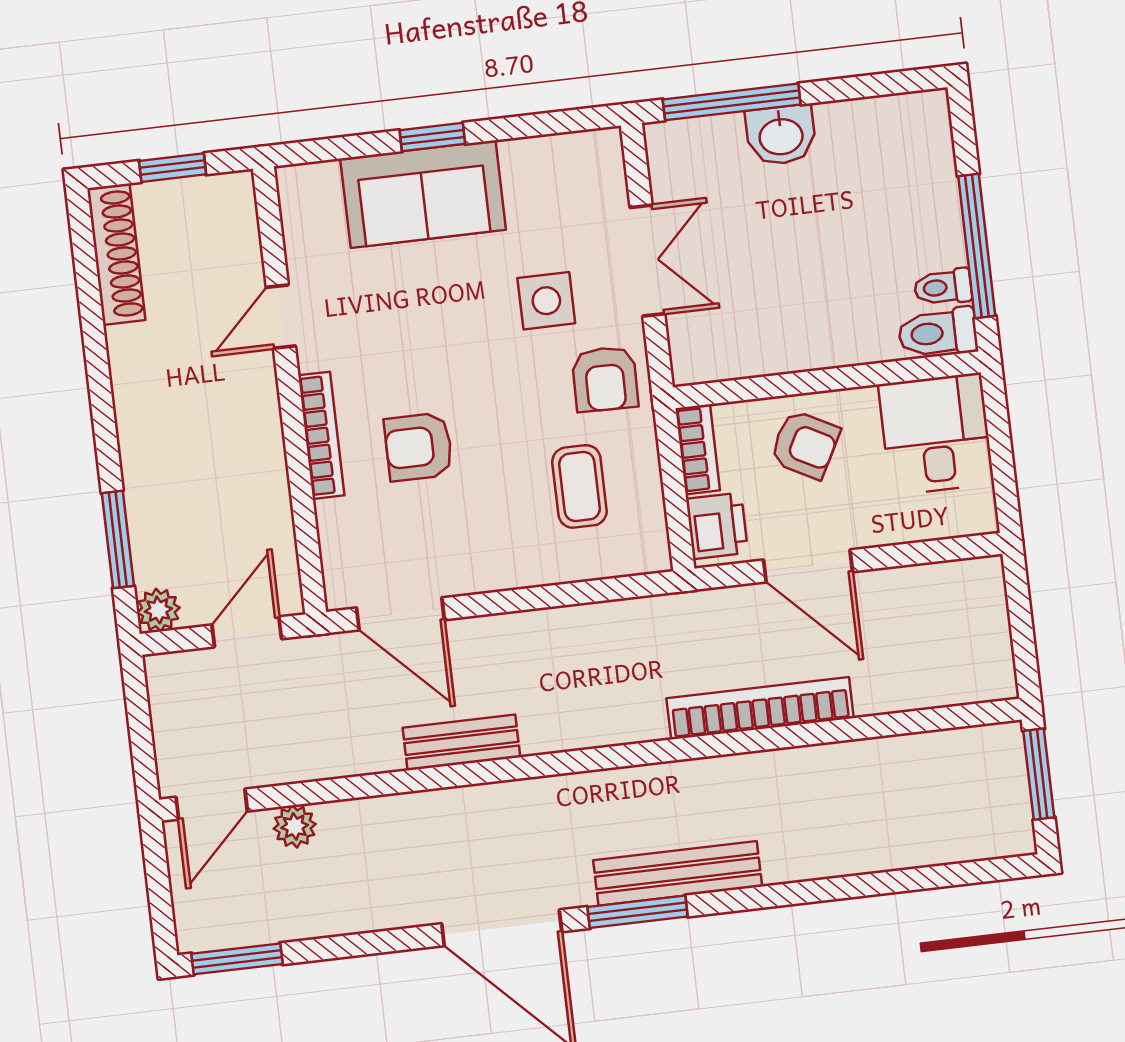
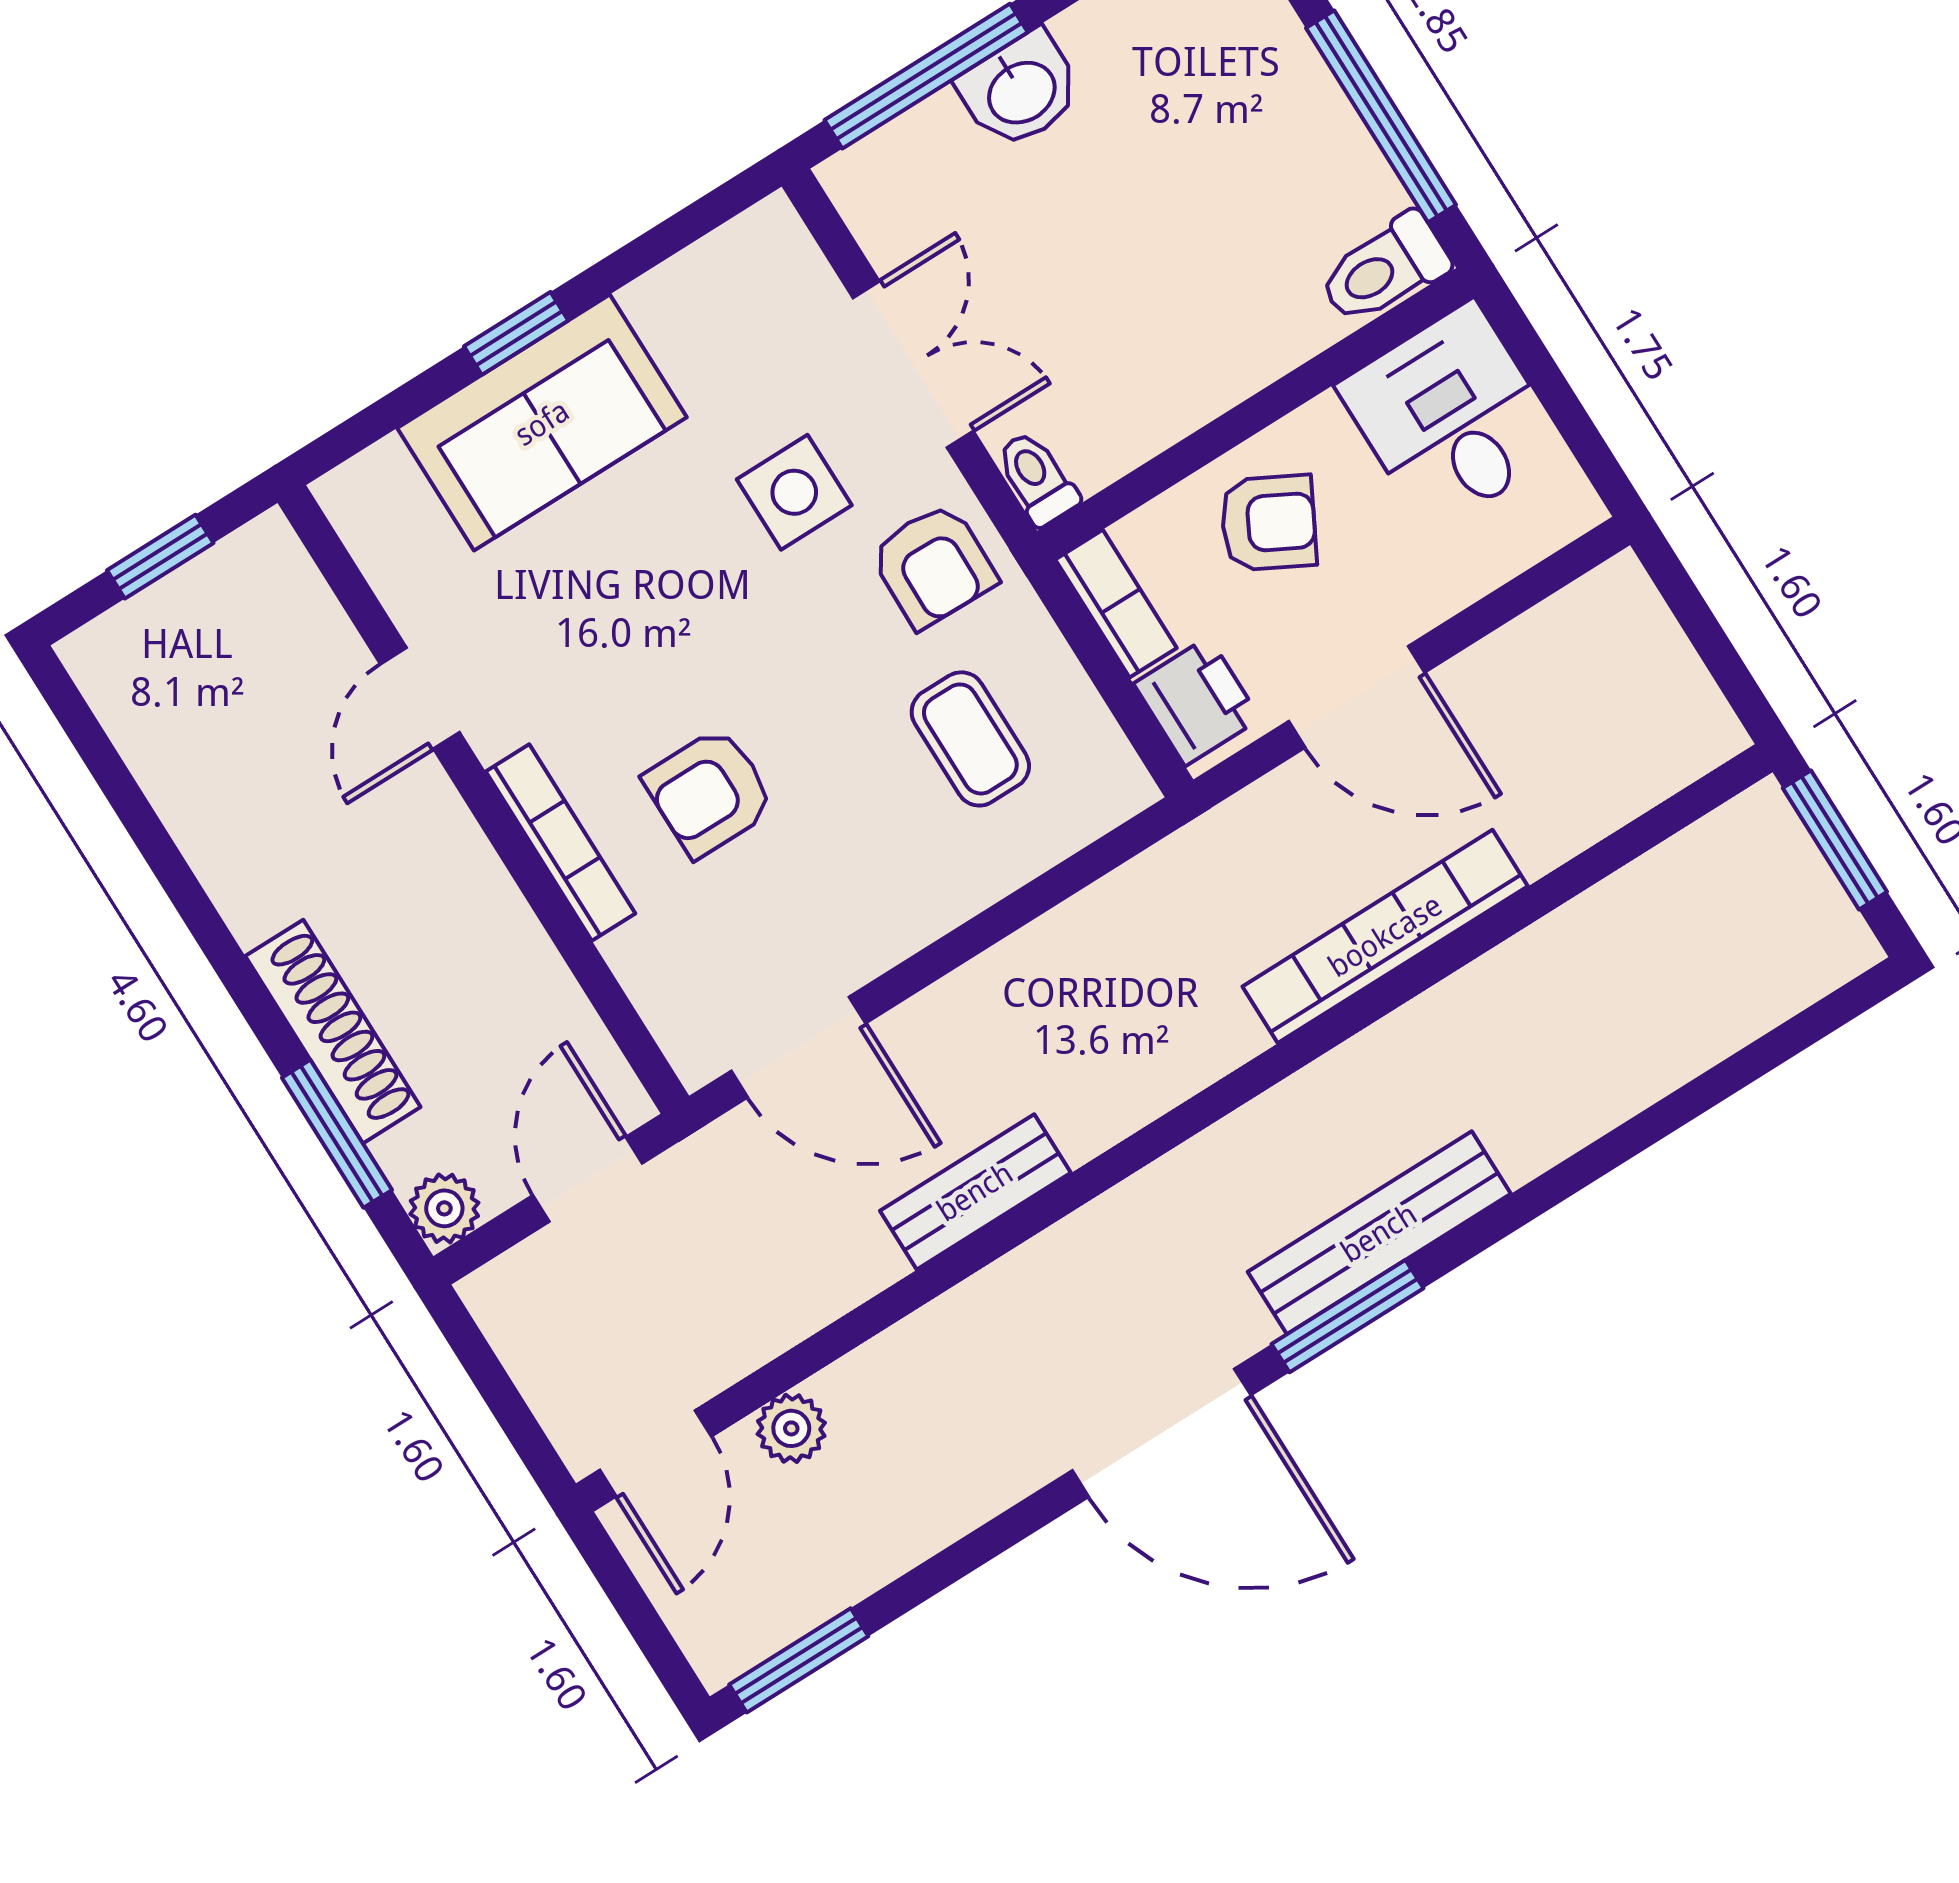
shoe rack: (116, 254) -> (333, 1032), moved
toilet: (943, 287) -> (1037, 478), moved, turned 90

